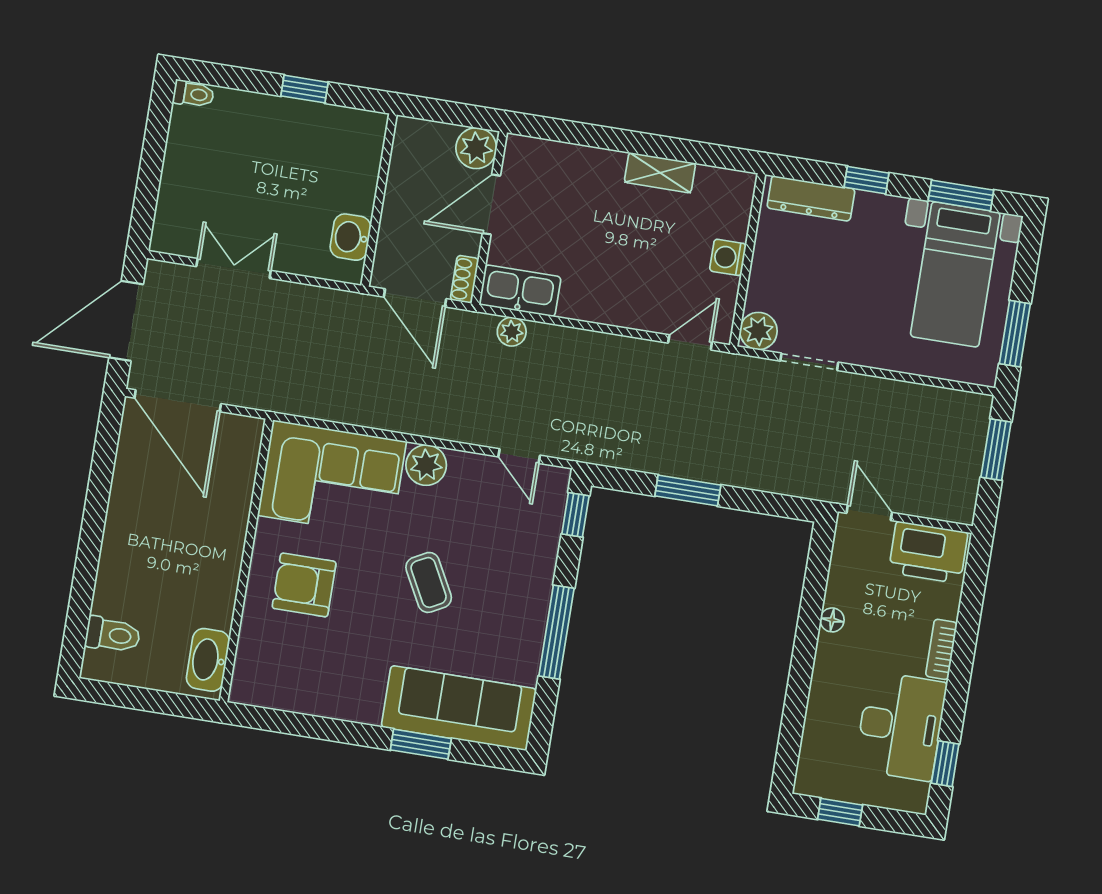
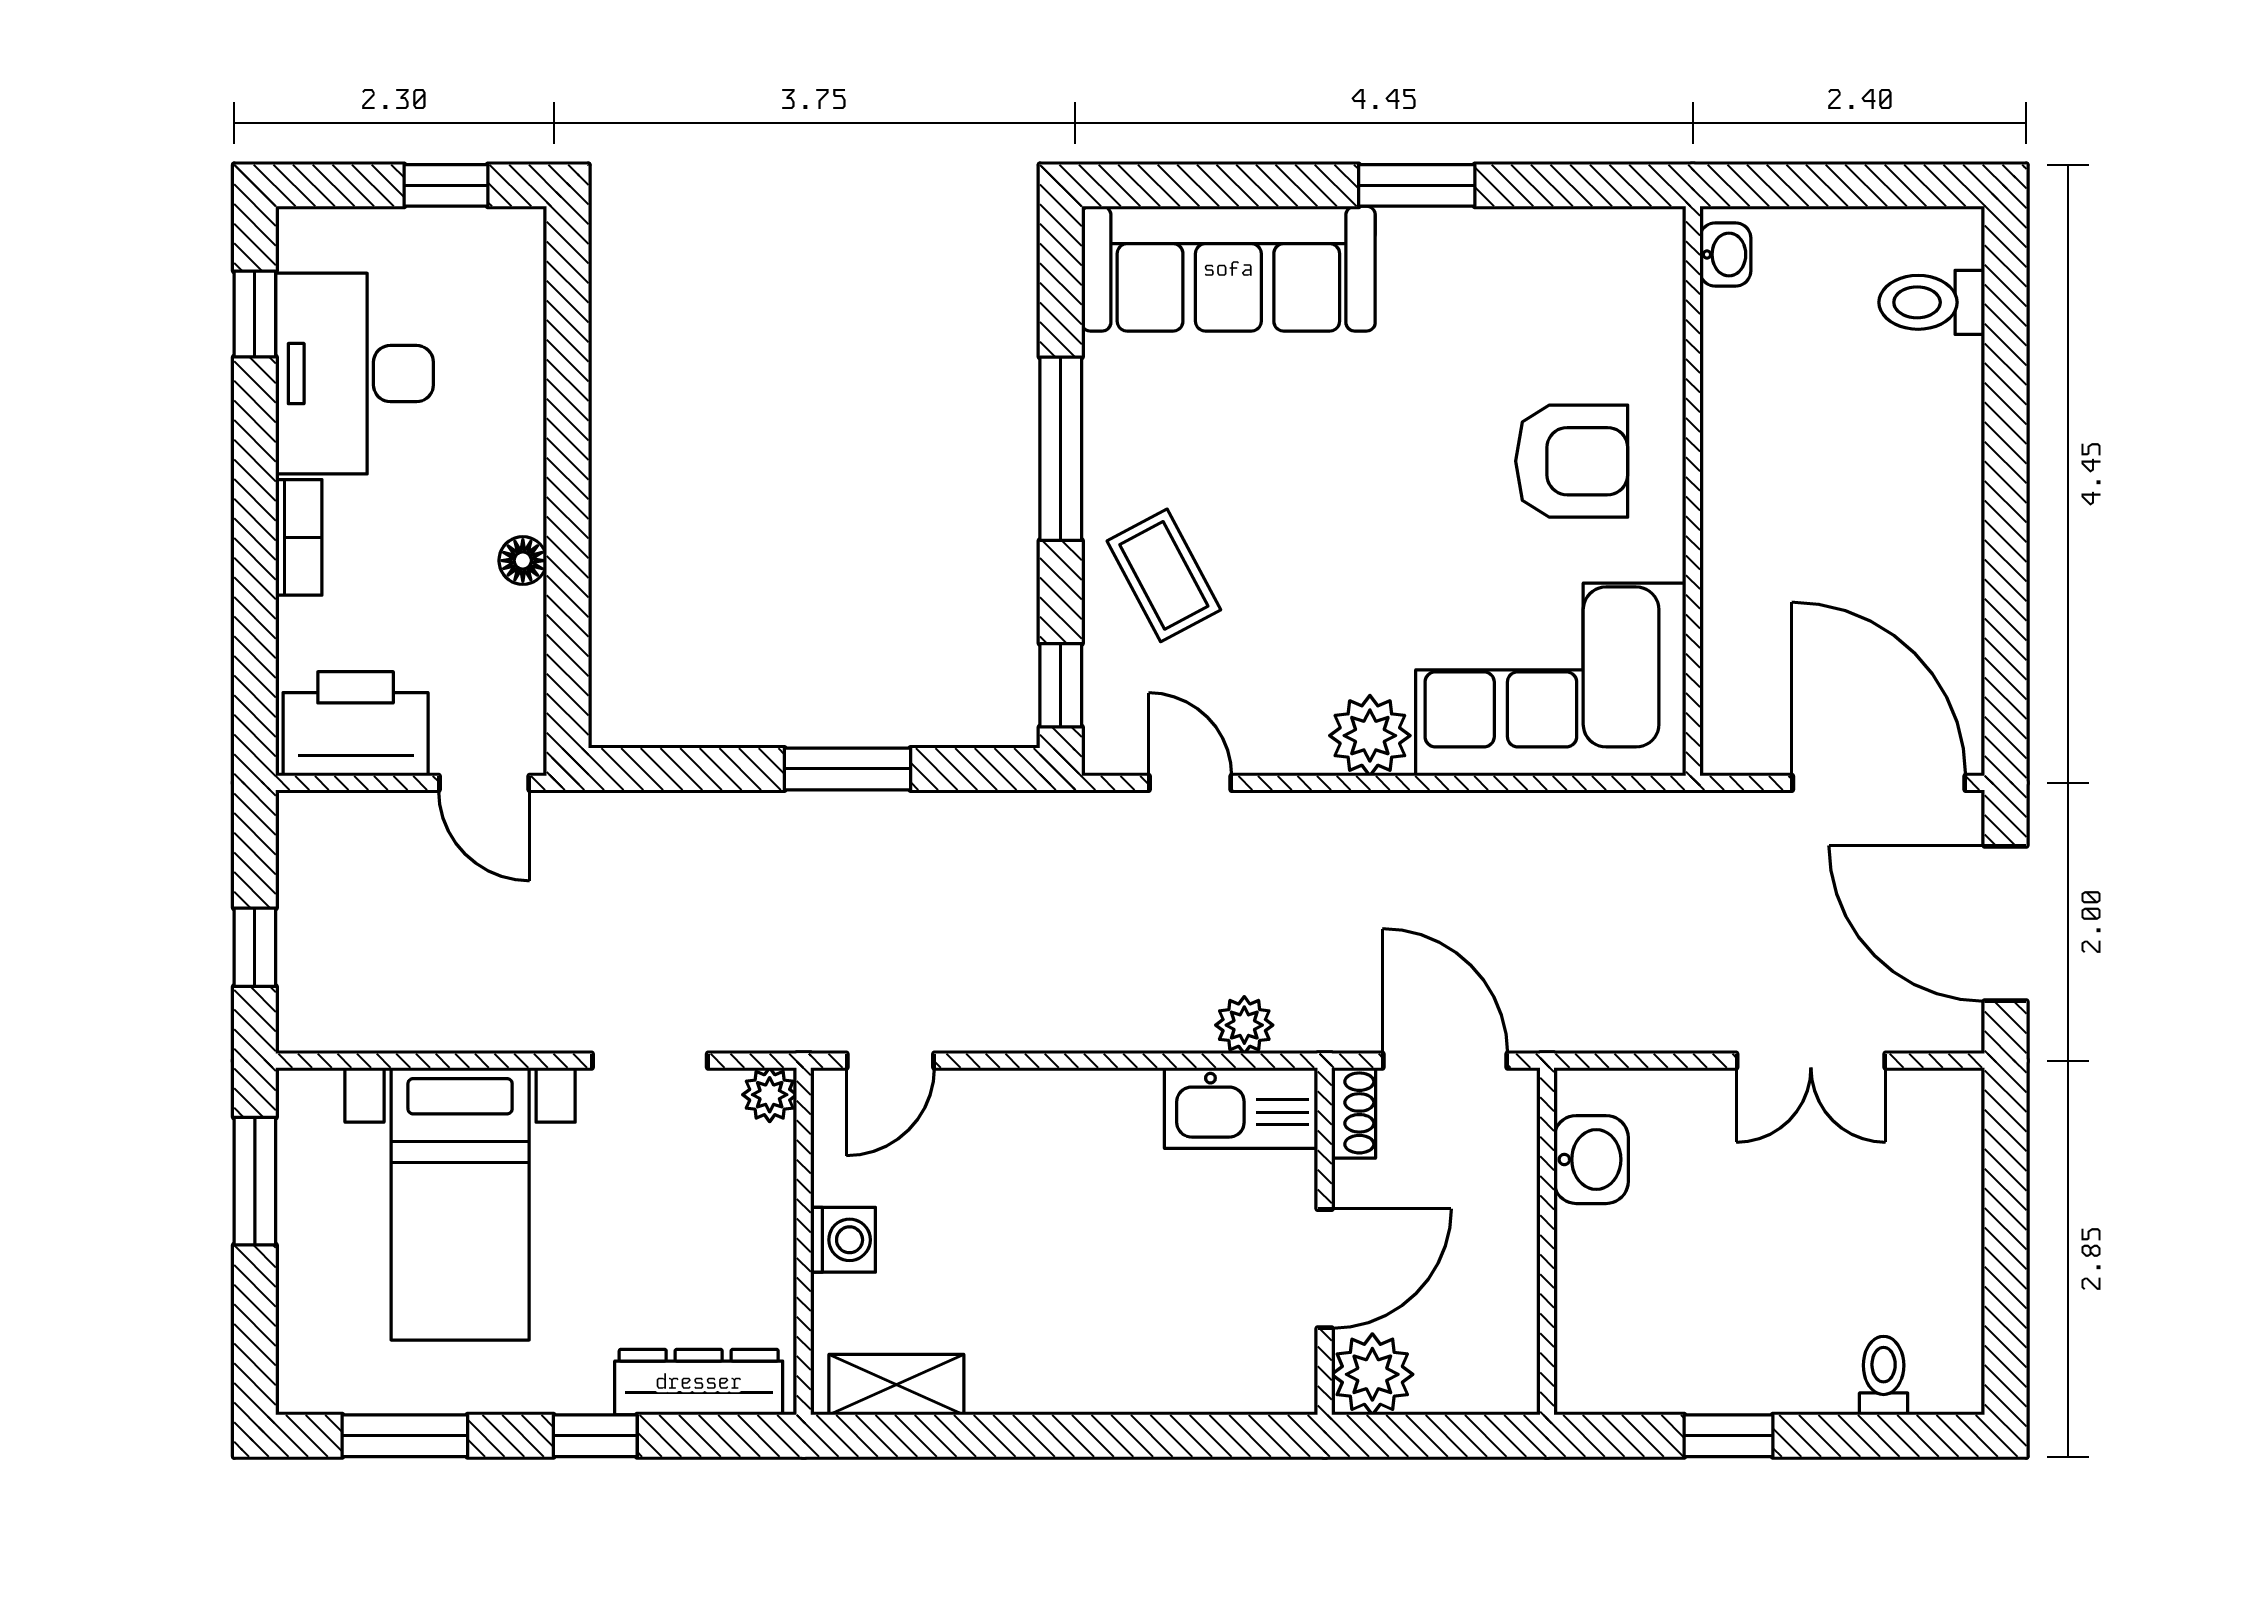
toilet: (193, 94) -> (1884, 1376), moved, turned 90
shelving: (660, 173) -> (896, 1385), moved
bed with nightstands: (955, 274) -> (460, 1204), moved, turned 180
door: (126, 321) -> (2005, 924), swing flipped
plant: (758, 331) -> (770, 1095), width x0.73, depth x0.73
window: (996, 450) -> (255, 947), width x0.67
coffee table: (429, 582) -> (1164, 575), moved
washbasin: (208, 660) -> (1725, 254), width x0.52, depth x0.69
window: (421, 744) -> (1417, 185), moved

